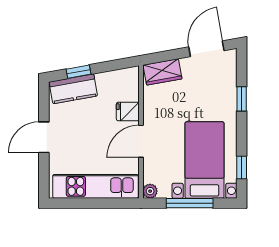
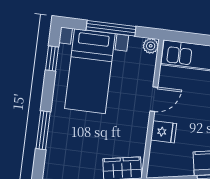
window: (242, 99) -> (43, 130), width x1.50
door: (141, 141) -> (154, 99), width x0.73

